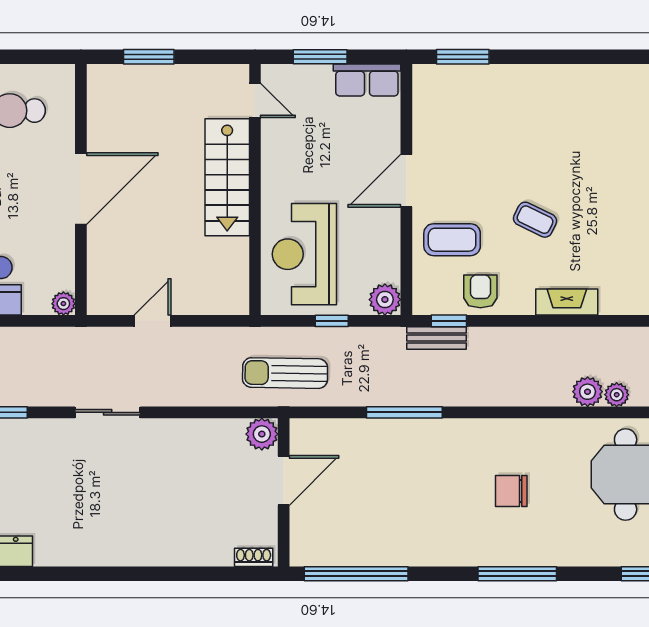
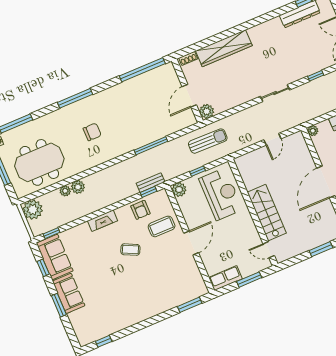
wardrobe: (173, 547) -> (224, 48), added

